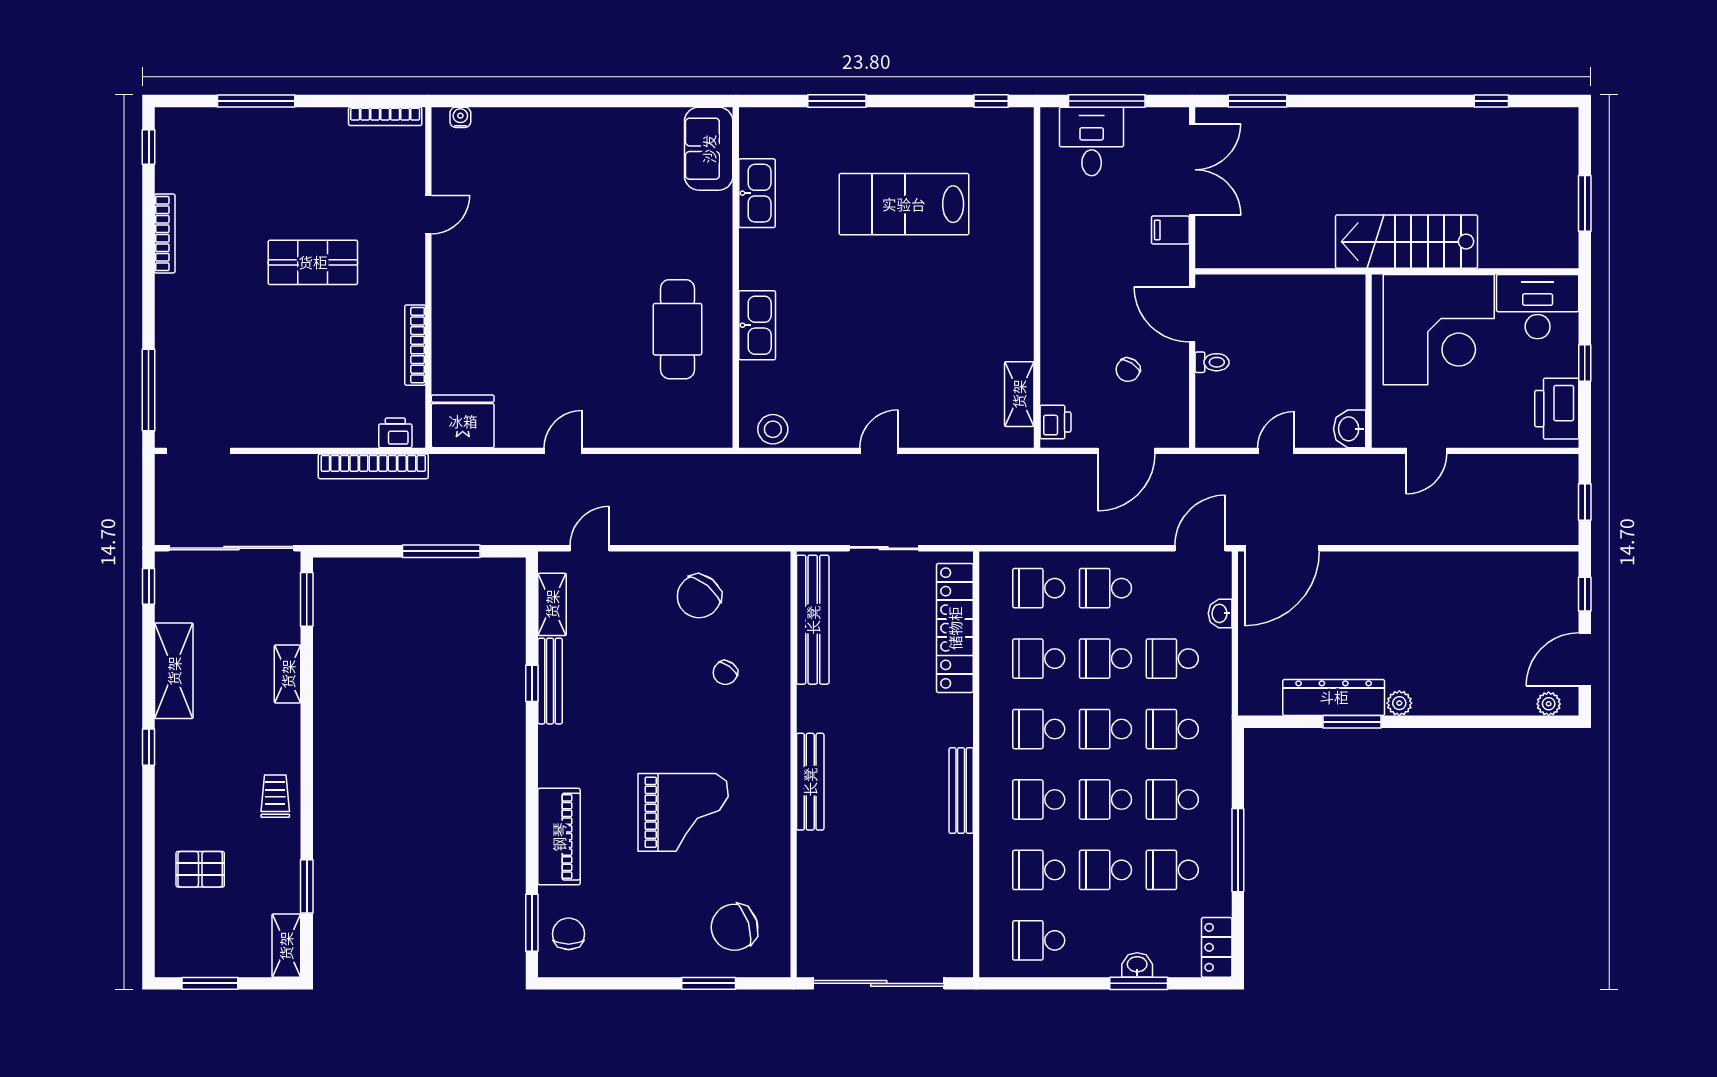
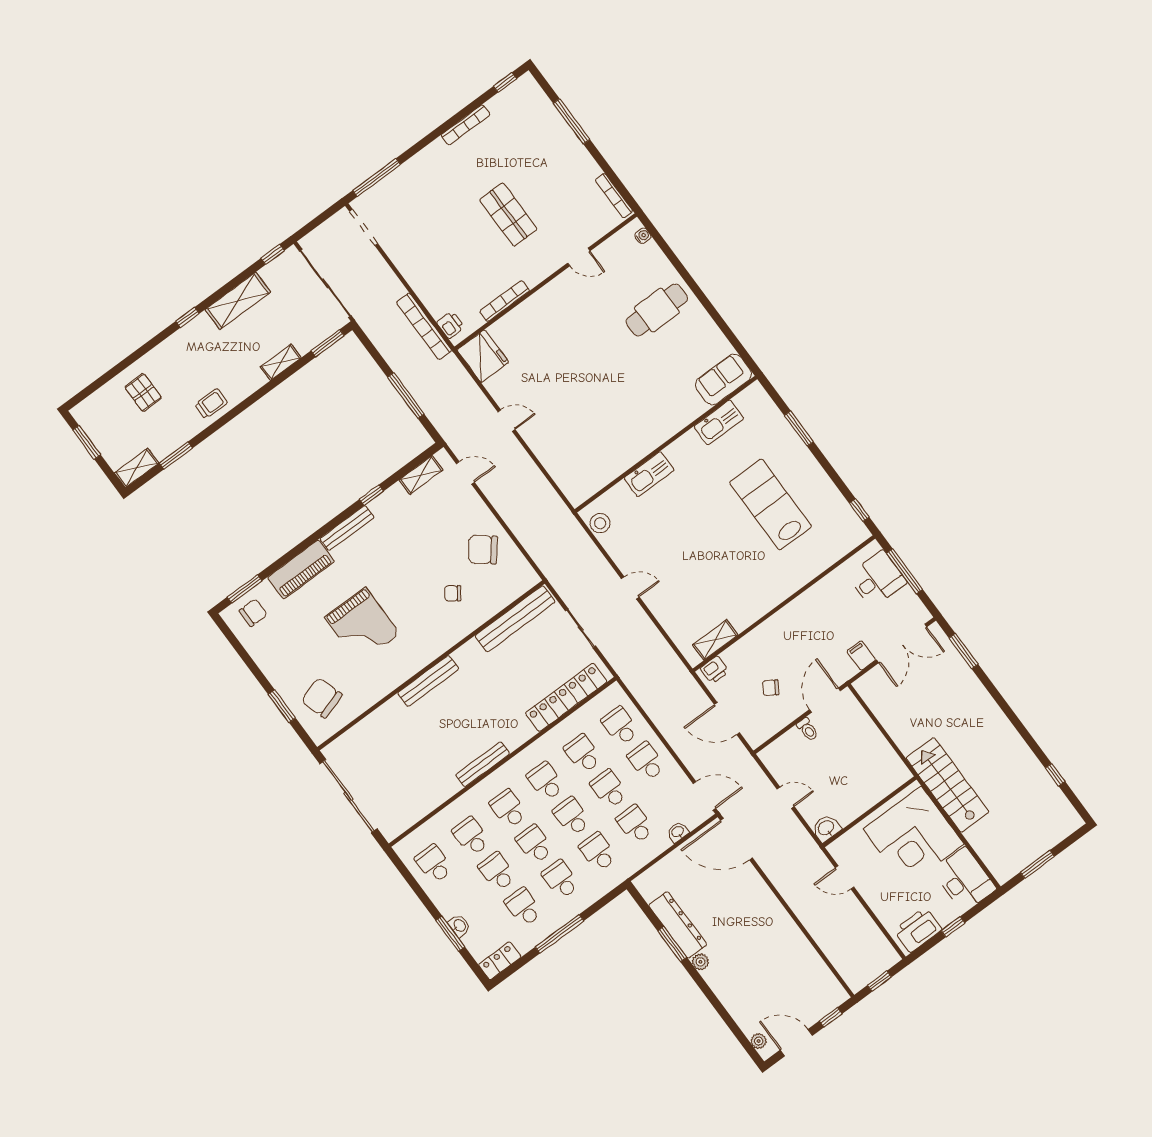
cafe table: (677, 329) -> (657, 310), moved
bench: (550, 681) -> (347, 528), moved

